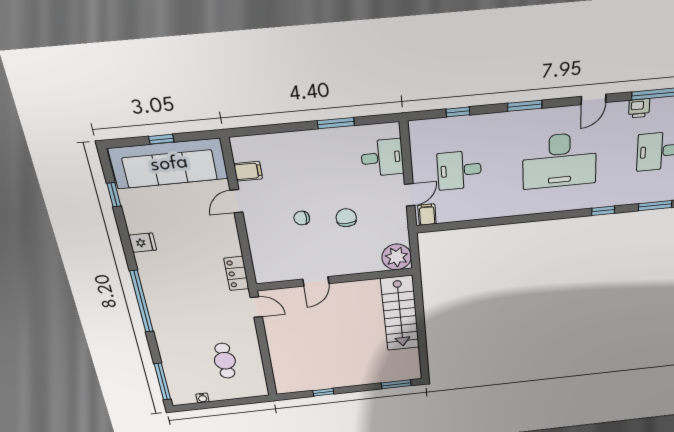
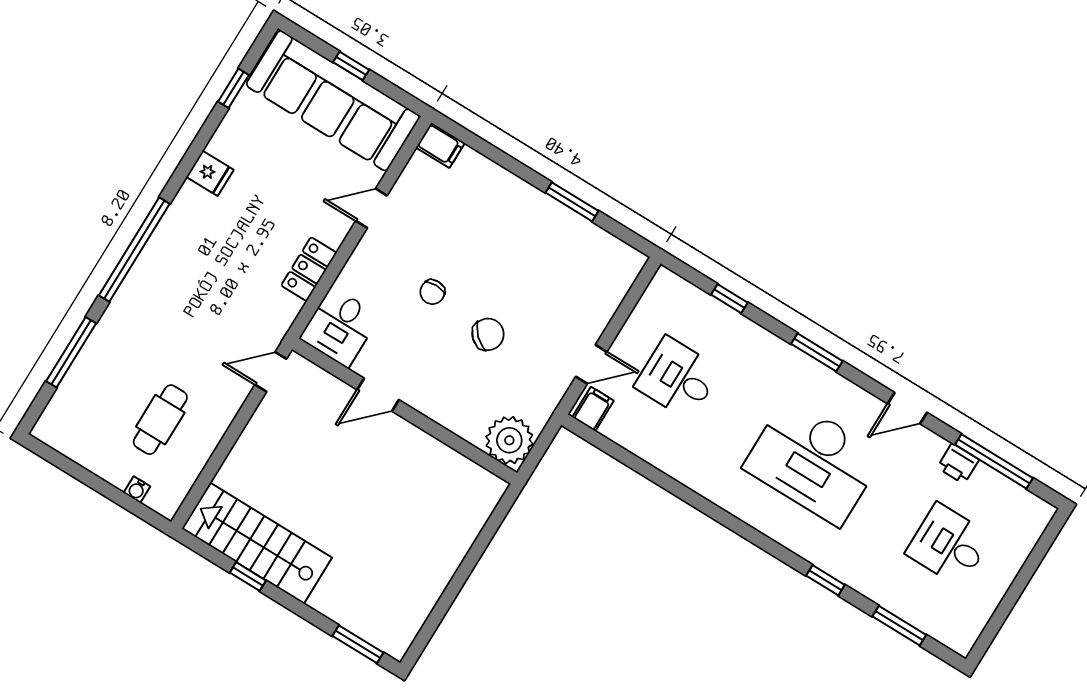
desk: (382, 158) -> (340, 327), moved, turned 90
filing cabinet: (248, 171) -> (440, 145), moved
chair: (302, 218) -> (432, 292), turned -90
chair: (346, 218) -> (488, 334), turned 43
locker: (236, 273) -> (309, 269), moved
door: (256, 307) -> (271, 372), swing flipped
stairs: (400, 313) -> (257, 543), moved, turned 90
window: (162, 382) -> (71, 352), moved
water cooler: (202, 398) -> (137, 490), moved

